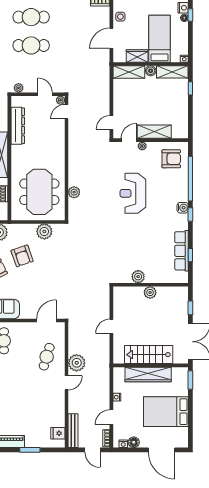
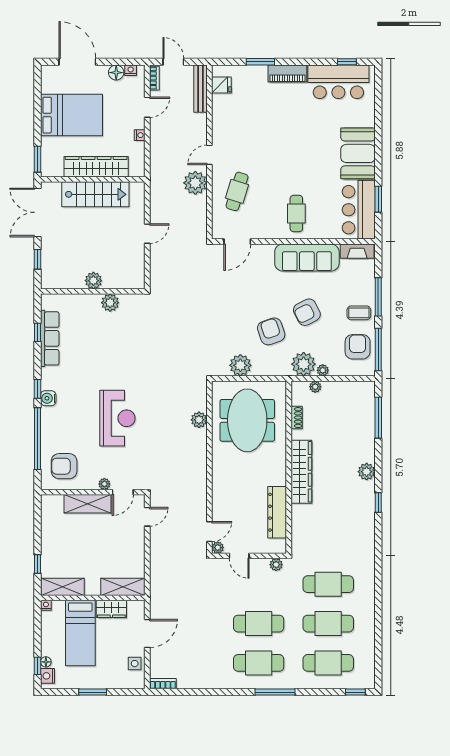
boiler: (151, 71) -> (93, 588), removed

